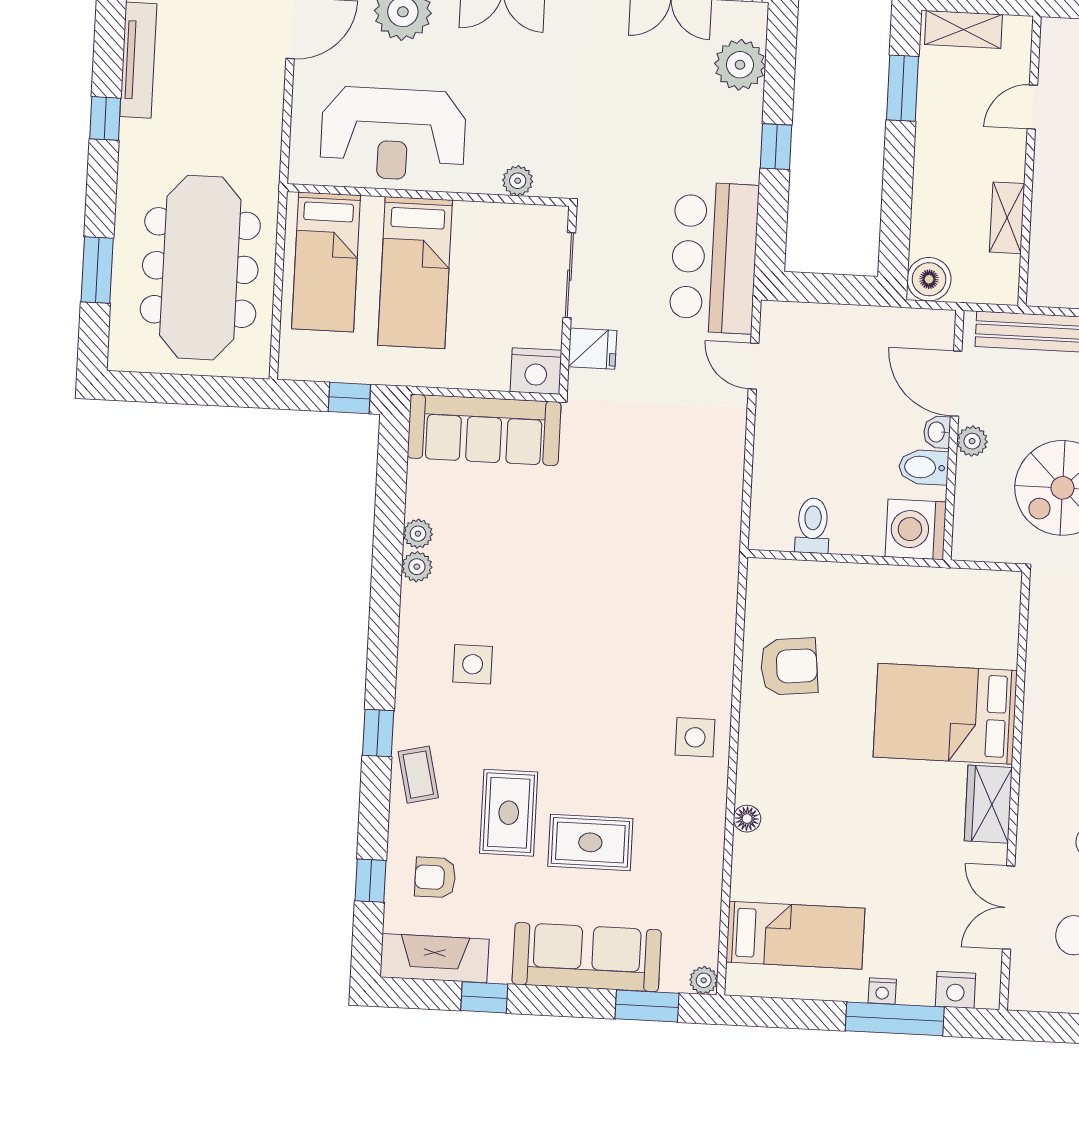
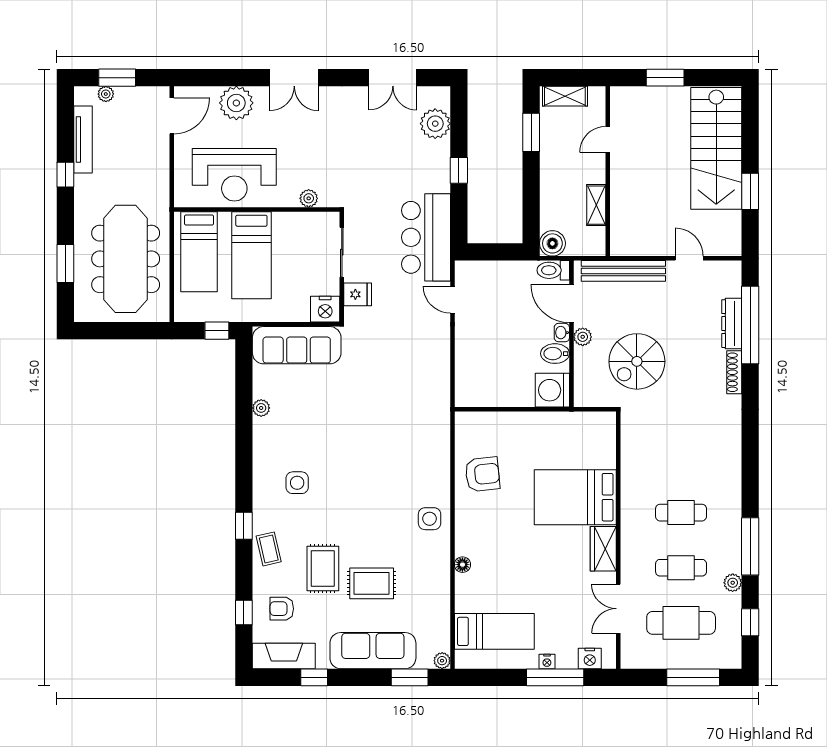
toilet: (813, 526) -> (553, 270), moved, turned -90
plant: (417, 567) -> (262, 427), removed

